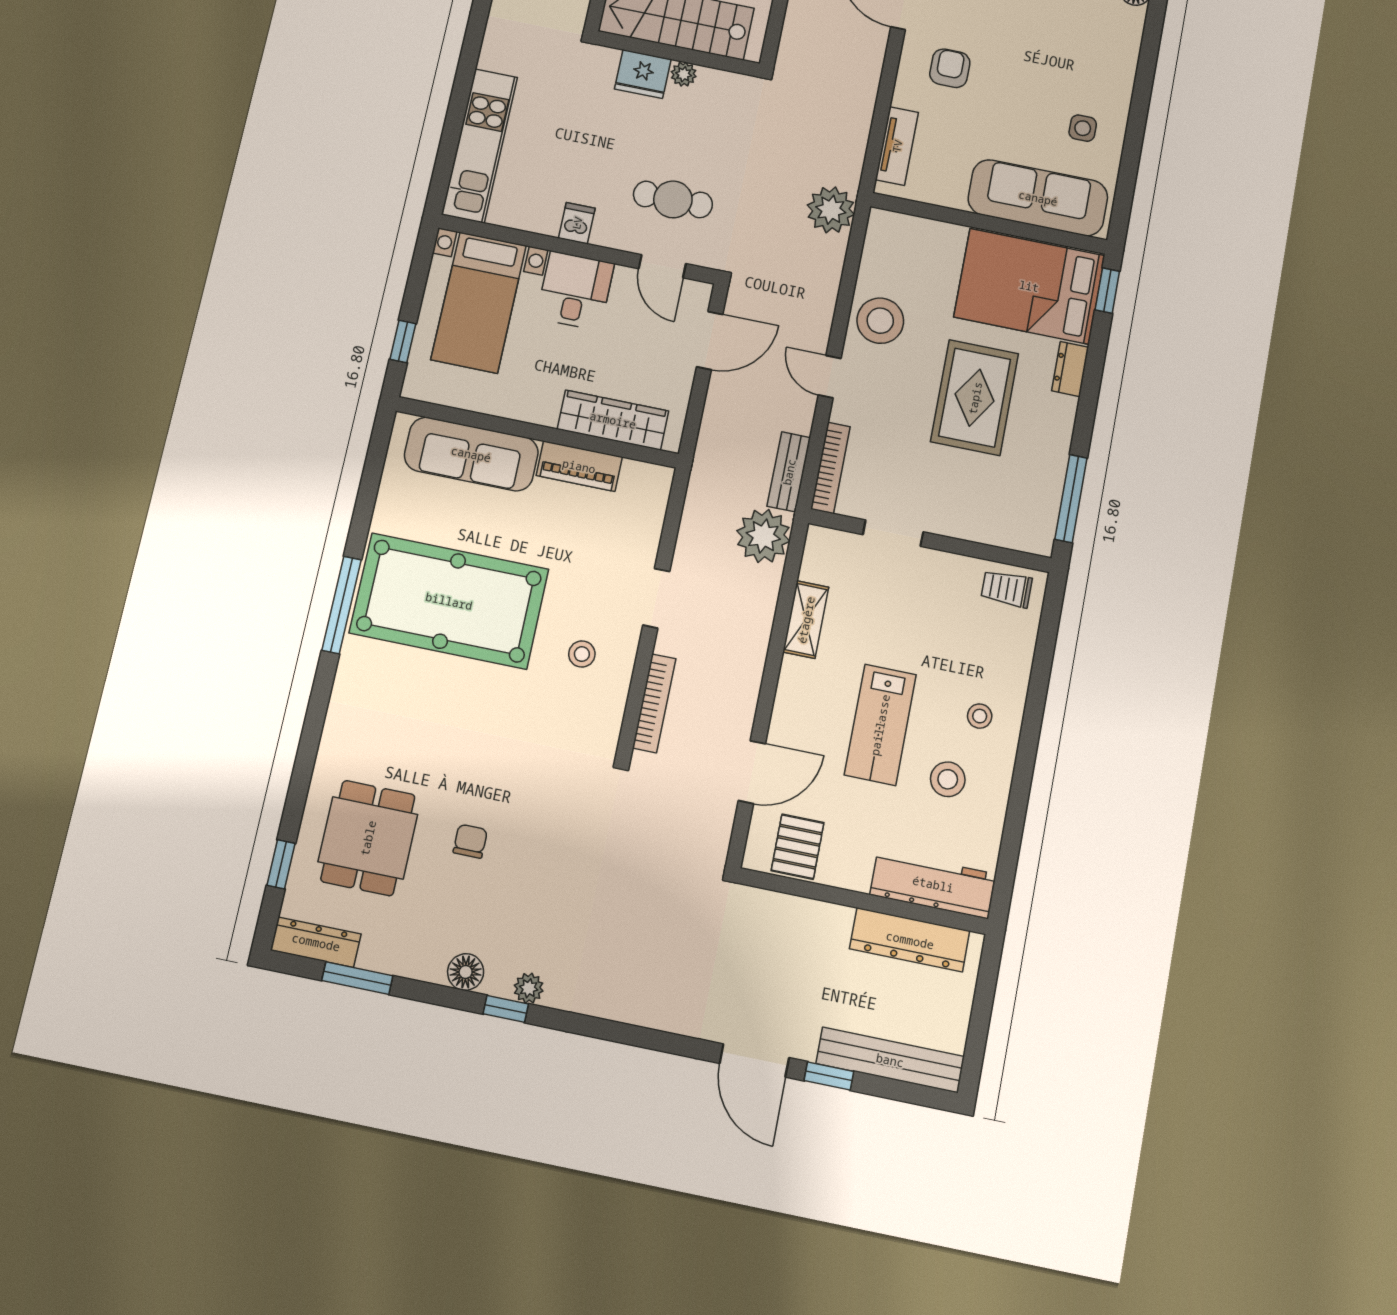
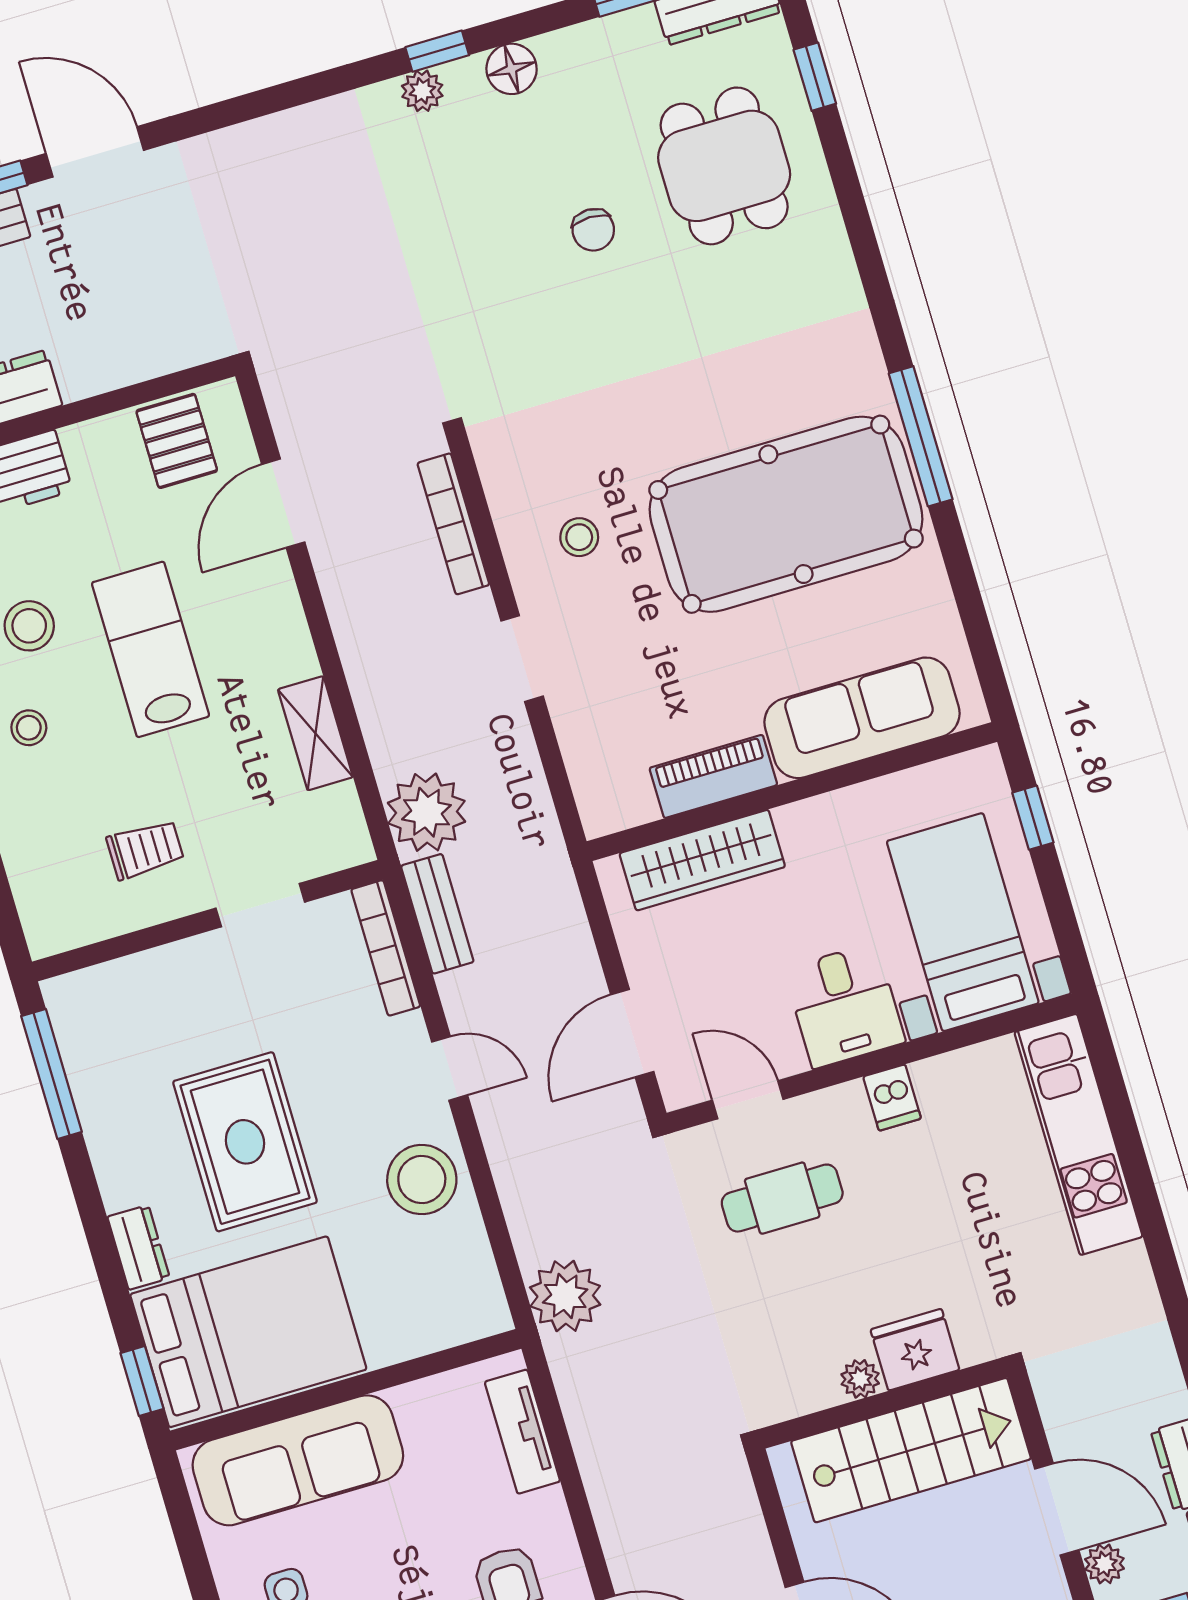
trolley: (1007, 589) -> (145, 849), moved

